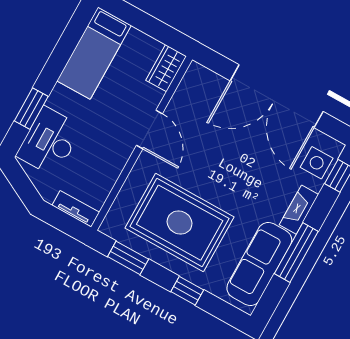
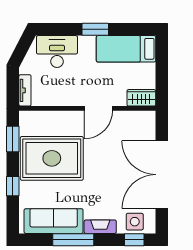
window: (31, 109) -> (95, 29), moved
rug: (180, 223) -> (52, 158), turned 90

